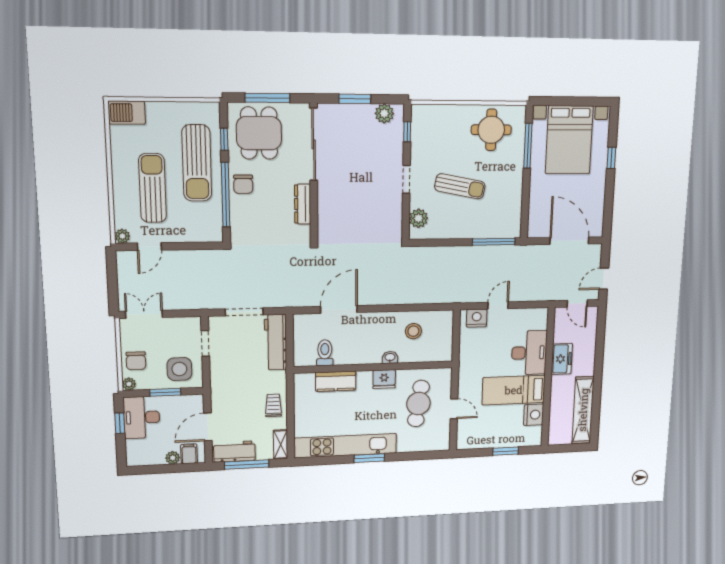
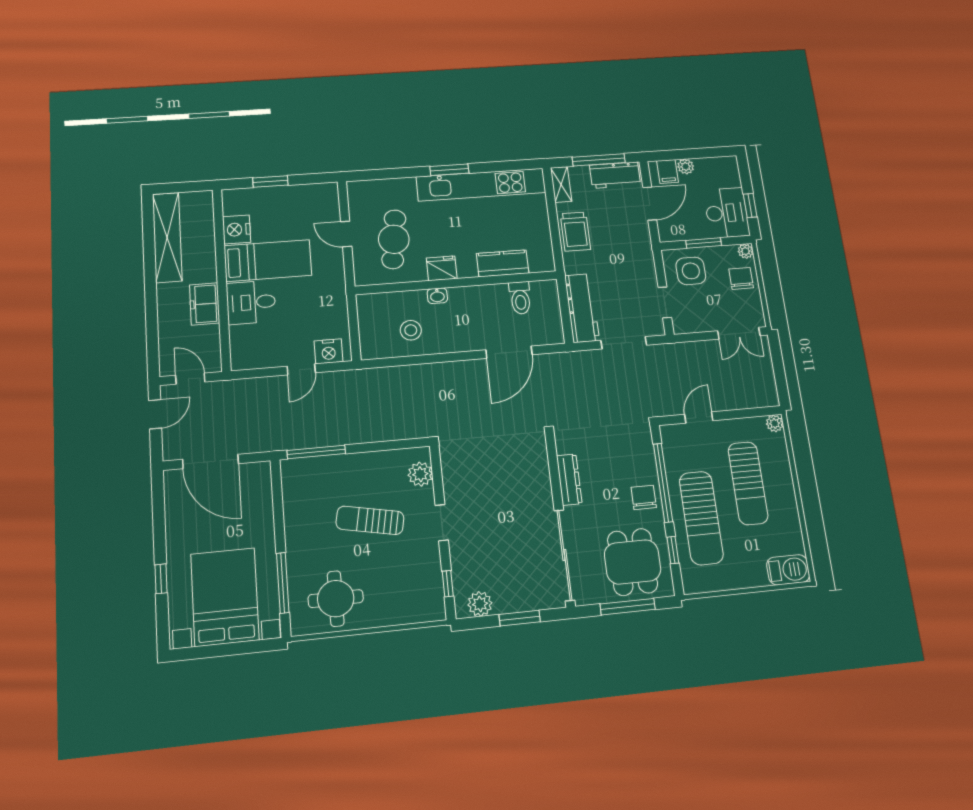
sun lounger: (197, 163) -> (701, 518), turned 180
door: (149, 247) -> (699, 417), moved
desk: (529, 353) -> (251, 302), width x0.73
trolley: (273, 405) -> (575, 232), width x1.36, depth x1.39

